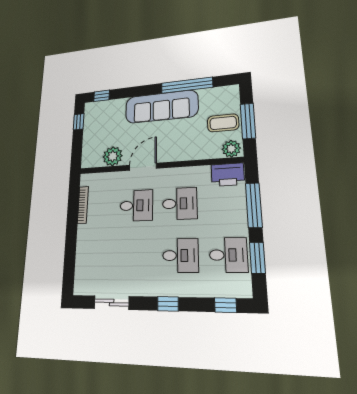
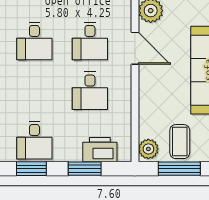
printer: (228, 175) -> (100, 150), moved, turned 90
window: (254, 205) -> (85, 169), width x0.69
desk: (180, 255) -> (34, 41), moved

